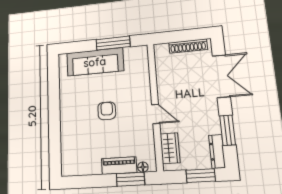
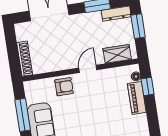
shoe rack: (188, 46) -> (25, 59), moved
armchair: (107, 111) -> (64, 87), moved, turned 180
window: (131, 179) -> (148, 86), width x0.67

